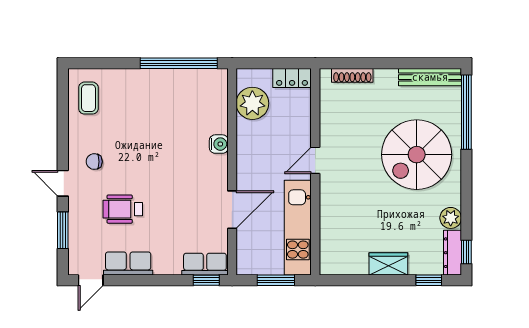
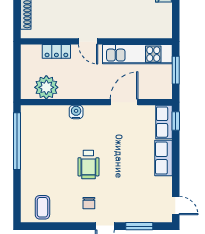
locker: (292, 78) -> (56, 51), moved, turned 90
coffee table: (88, 98) -> (42, 207), turned 90
wheelchair: (123, 209) -> (88, 165), moved
door: (232, 210) -> (124, 102), hinge flipped
row of seats: (128, 263) -> (163, 158), moved

